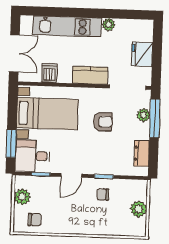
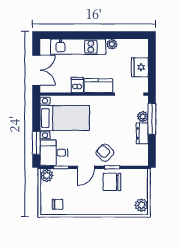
dishwasher: (49, 73) -> (77, 85), moved
armchair: (103, 122) -> (105, 153), moved, turned -137
dresser: (142, 153) -> (142, 133), moved
chair: (103, 194) -> (112, 182), width x1.87, depth x1.87
plant: (22, 197) -> (47, 175), moved
plant: (139, 209) -> (141, 205), moved

